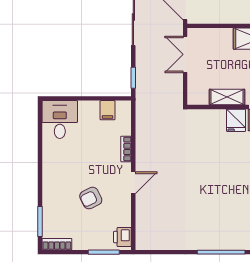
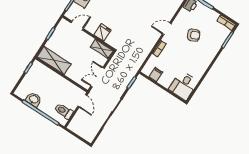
double door: (185, 54) -> (98, 77), swing flipped
shelving: (227, 97) -> (102, 49), moved
fridge: (236, 120) -> (103, 32), moved

